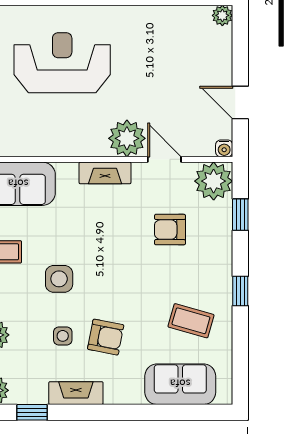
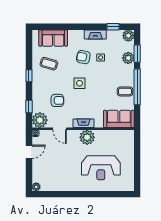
door: (240, 103) -> (29, 152), hinge flipped
plant: (127, 138) -> (87, 137), moved
side table: (59, 279) -> (80, 83), moved

